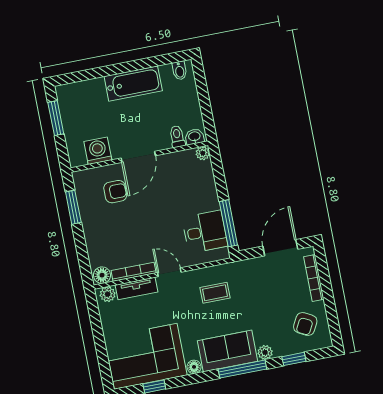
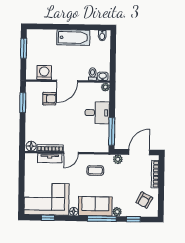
desk: (205, 232) -> (97, 113), moved
door: (169, 272) -> (71, 153), swing flipped
plant: (108, 294) -> (118, 159), moved

